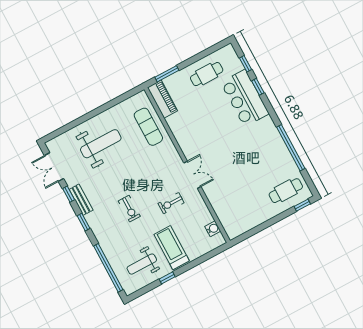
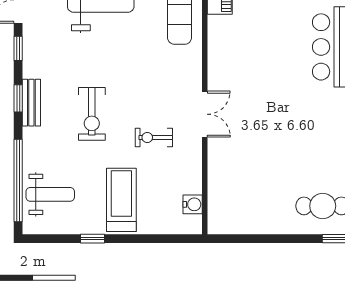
bench: (81, 200) -> (31, 103), moved
exercise bike: (129, 209) -> (92, 114), width x1.38, depth x1.39
weight bench: (142, 264) -> (50, 194), moved, turned 180

